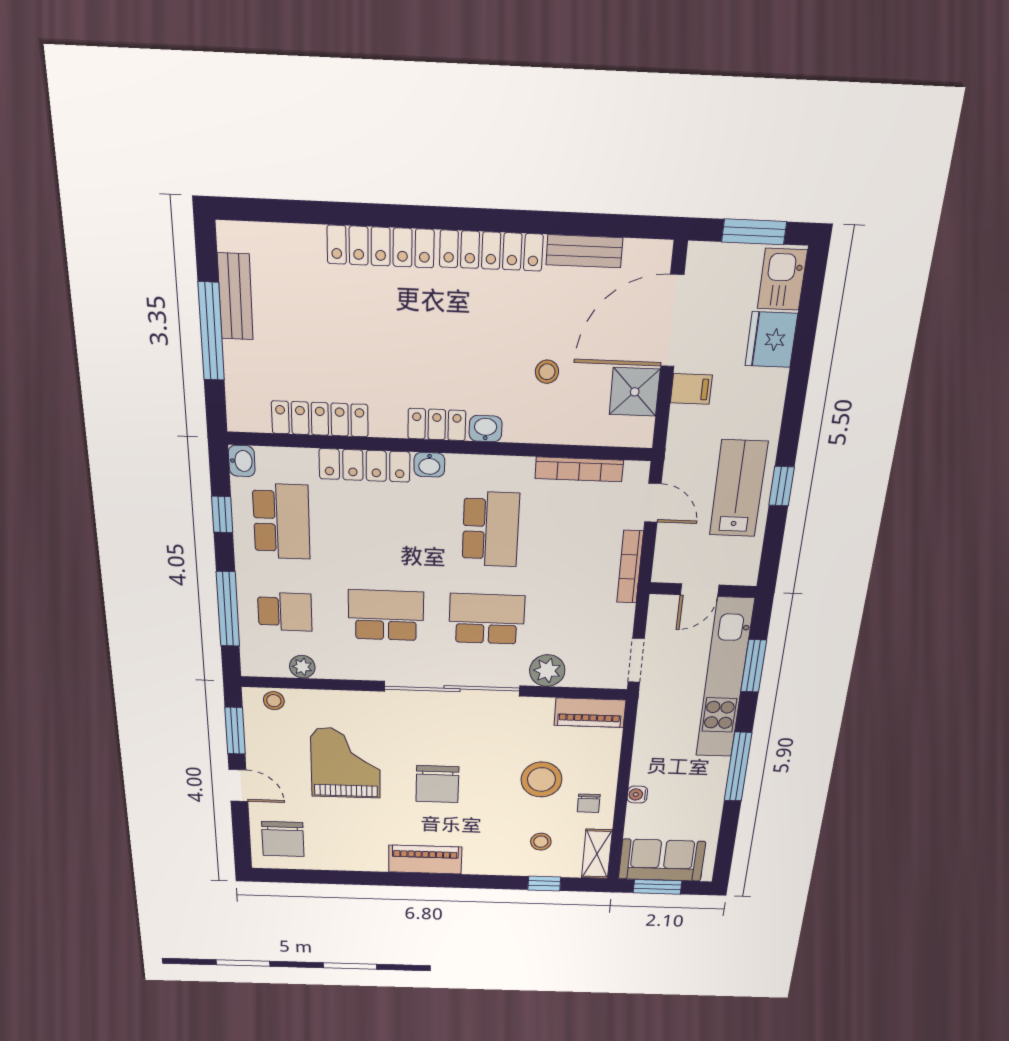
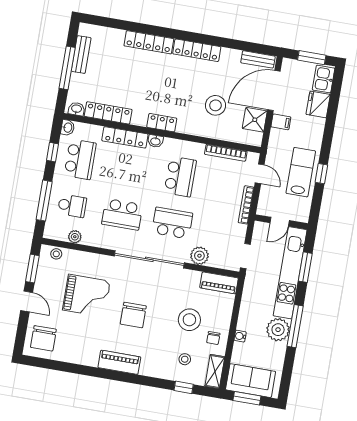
bench: (584, 251) -> (258, 59), moved
stool: (547, 372) -> (215, 105), width x1.89, depth x1.89
washbasin: (486, 429) -> (76, 109), moved
school desk: (386, 615) -> (122, 214), turned 180
grand piano: (346, 763) -> (86, 296), turned 90
plant: (707, 776) -> (278, 330), added

